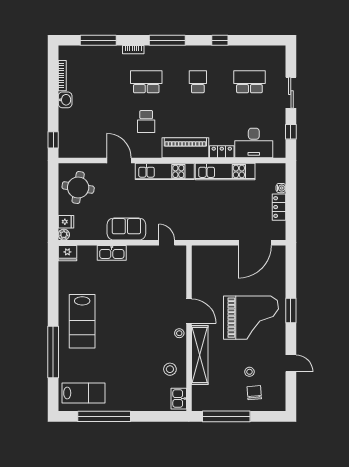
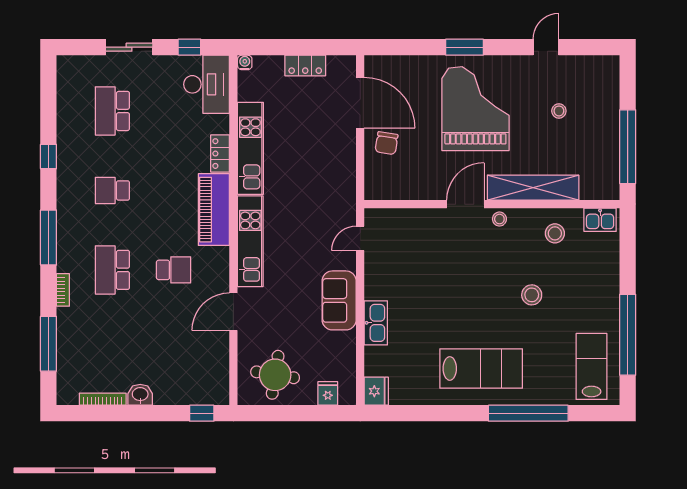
desk: (254, 143) -> (207, 84), moved
water cooler: (281, 188) -> (245, 62), moved
plant: (64, 235) -> (348, 397), removed
stool: (130, 354) -> (532, 295), added
chair: (254, 393) -> (386, 143), moved, turned -76

